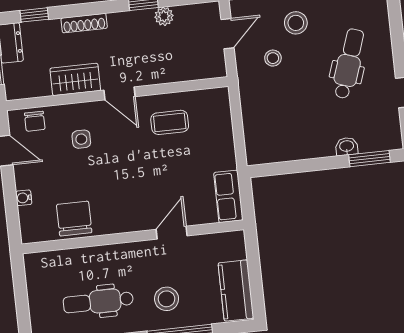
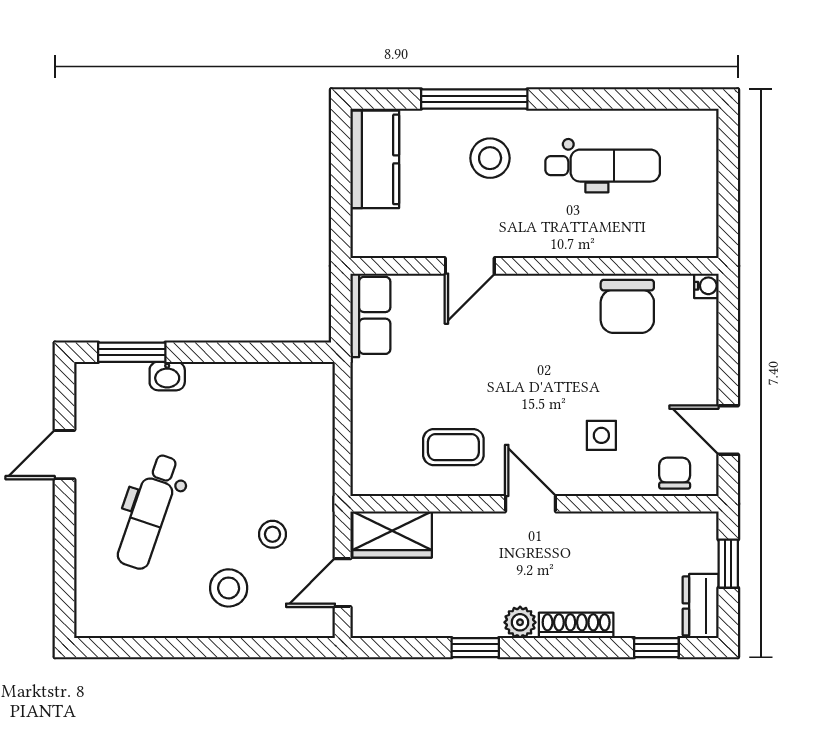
plant: (164, 16) -> (520, 622), moved
wardrobe: (75, 79) -> (392, 534), moved
water cooler: (24, 198) -> (706, 286), moved

